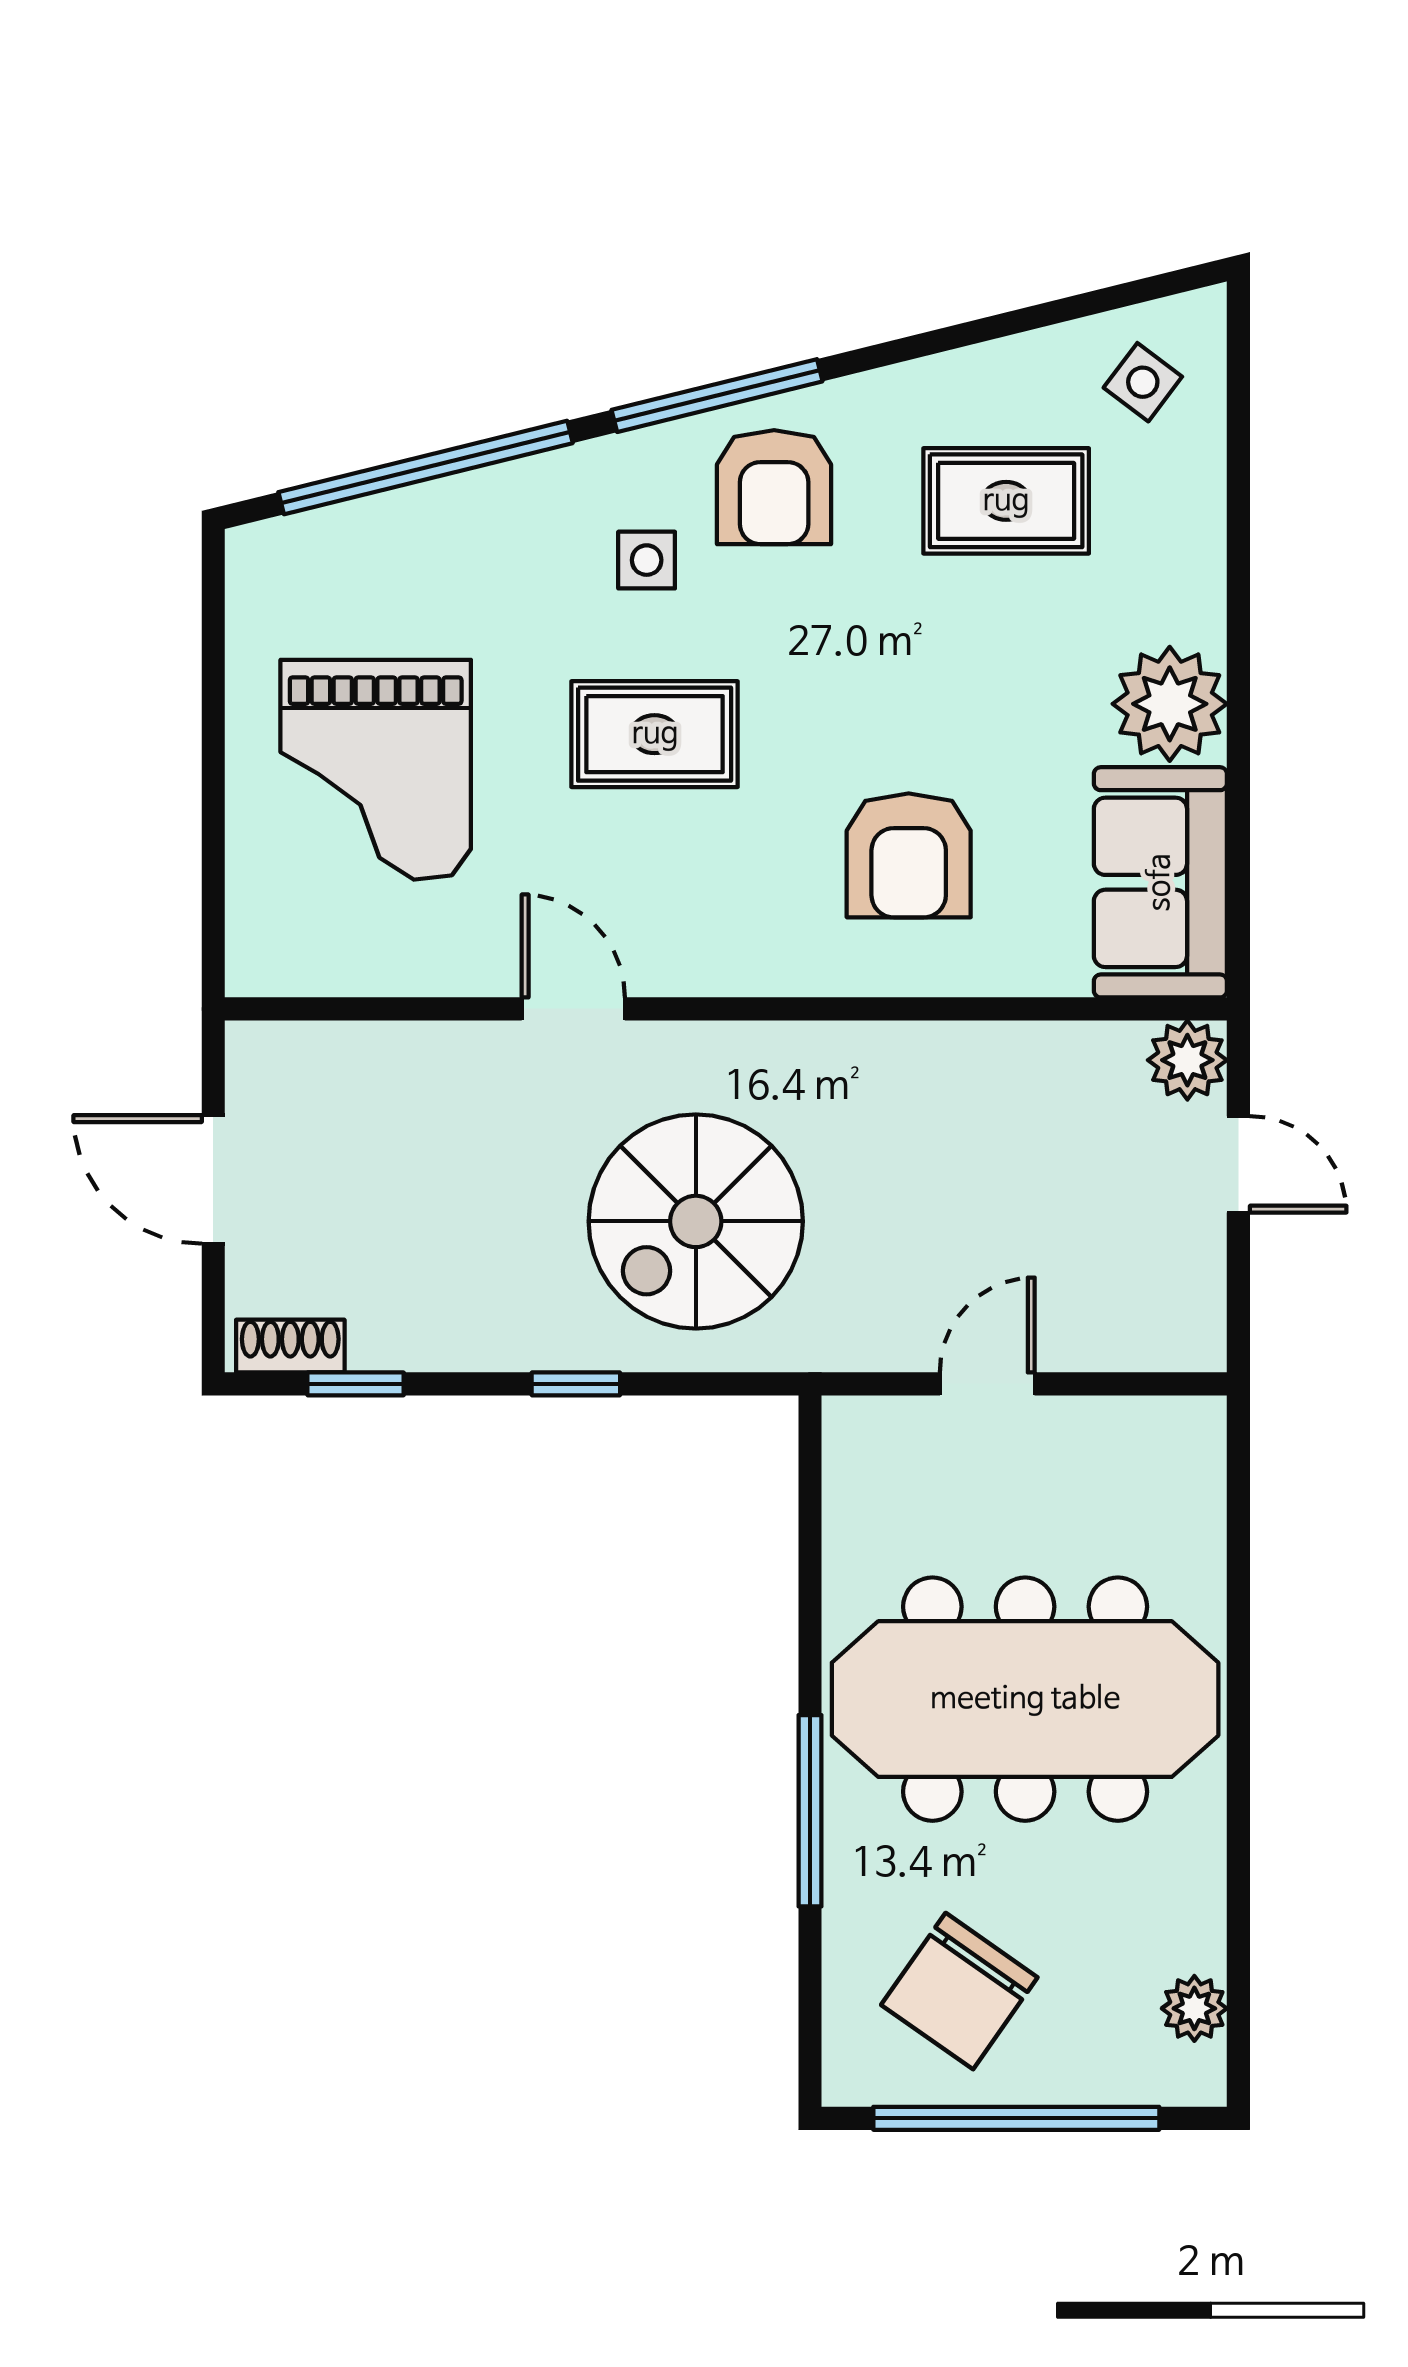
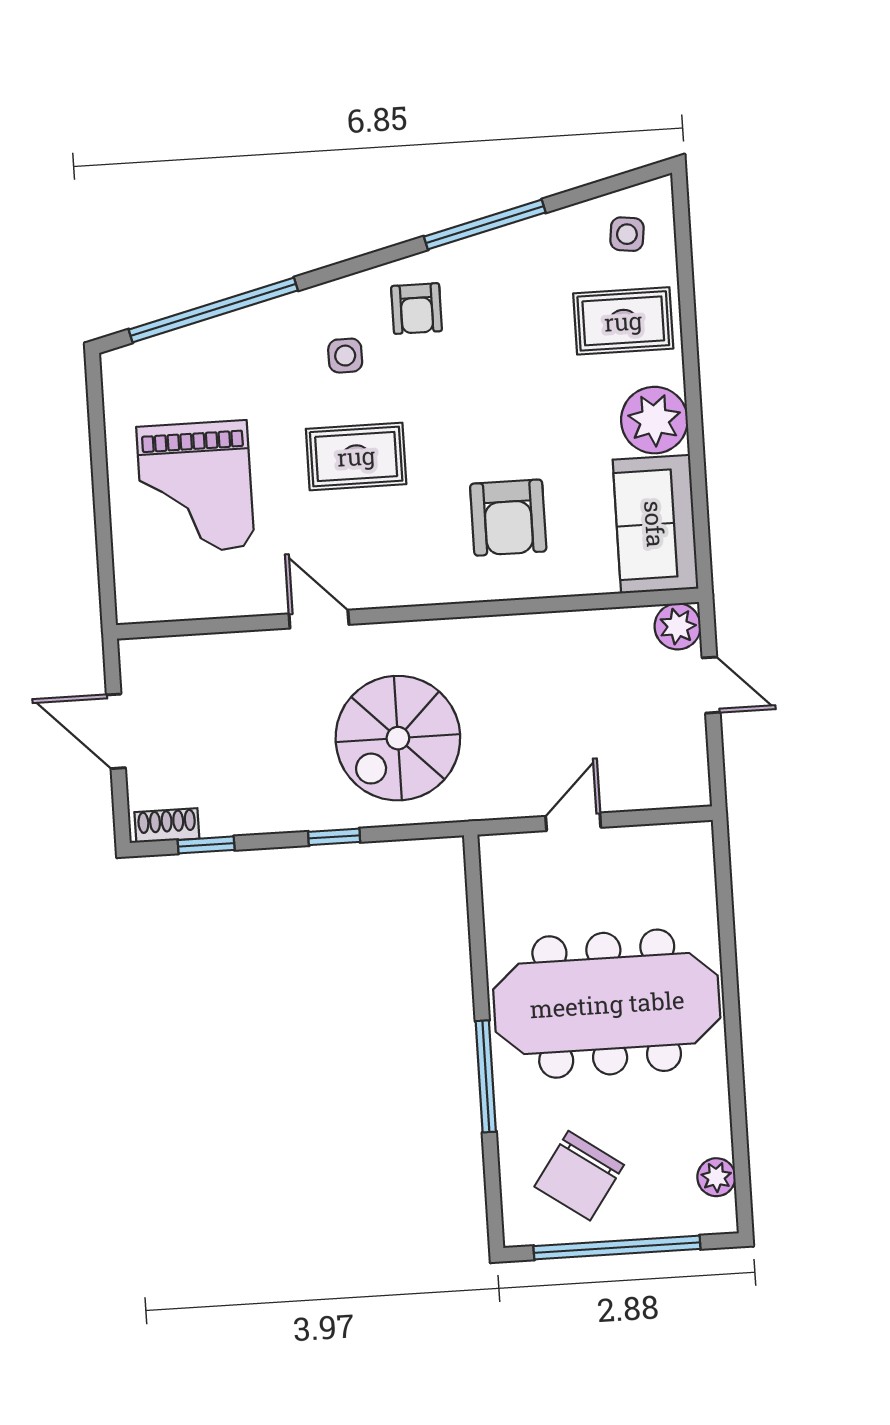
side table: (1143, 382) -> (627, 234), turned -30
window: (717, 396) -> (485, 225), moved
armchair: (774, 487) -> (417, 309), width x0.72, depth x0.72
rug: (1006, 501) -> (623, 321), moved

